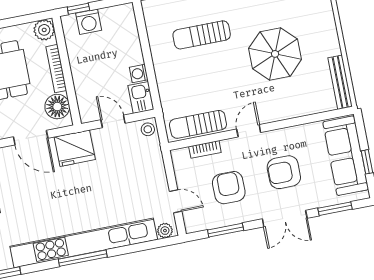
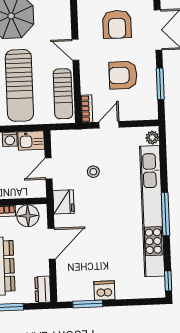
sun lounger: (200, 75) -> (19, 85), added
stool: (148, 129) -> (93, 172), moved
fridge: (75, 148) -> (63, 202), width x0.73, depth x0.75
bookcase: (205, 149) -> (87, 109), moved
door: (176, 201) -> (109, 125), moved

